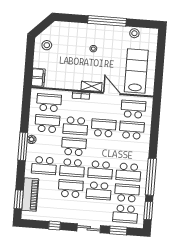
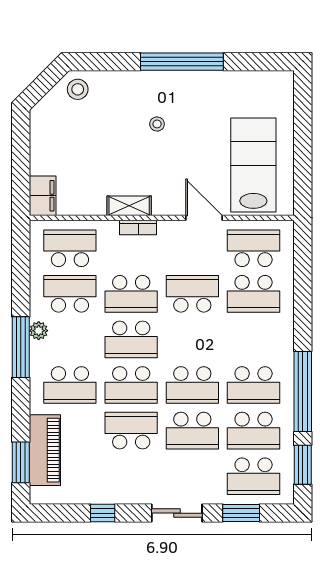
stool: (134, 33) -> (243, 84), removed
stool: (47, 45) -> (78, 89), moved
shelving: (92, 86) -> (129, 206), moved
school desk: (132, 130) -> (254, 294), turned 180
school desk: (74, 147) -> (131, 339), turned 180
school desk: (127, 193) -> (254, 431), turned 180

